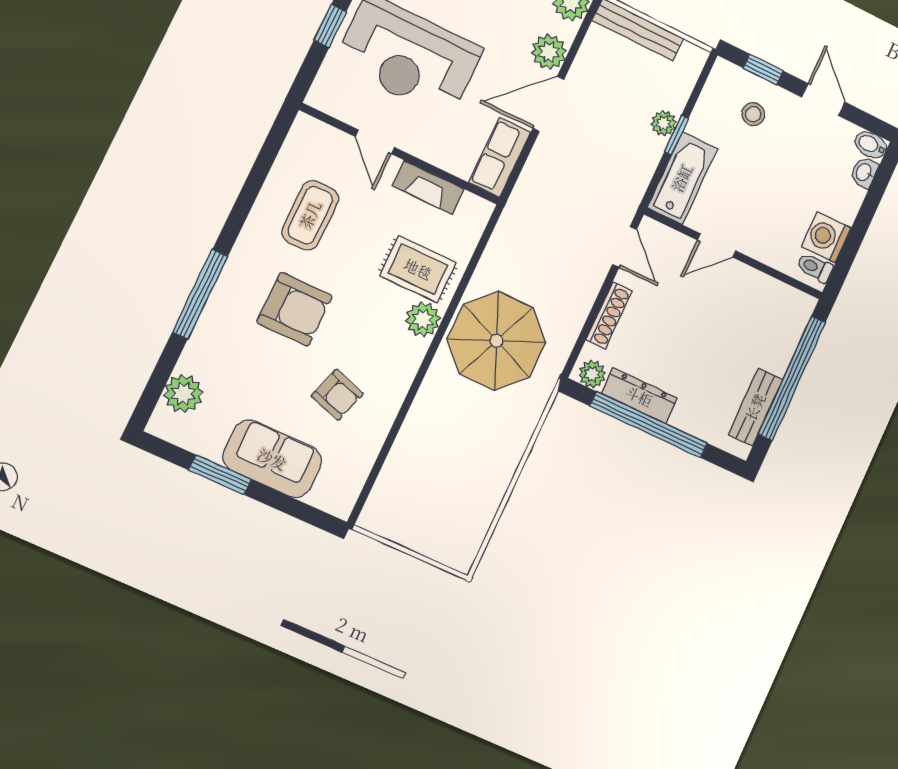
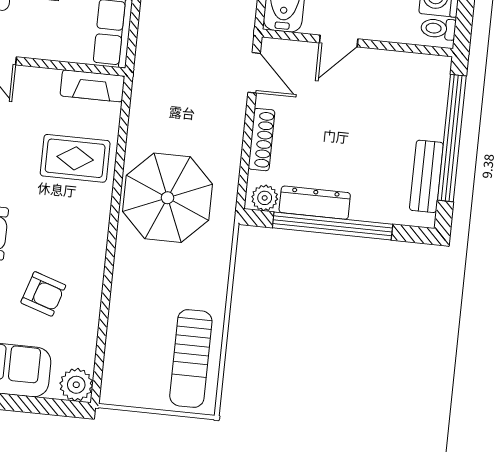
fireplace: (428, 187) -> (92, 86), moved
plant: (423, 320) -> (76, 385), moved
sun lounger: (464, 510) -> (191, 358), added

